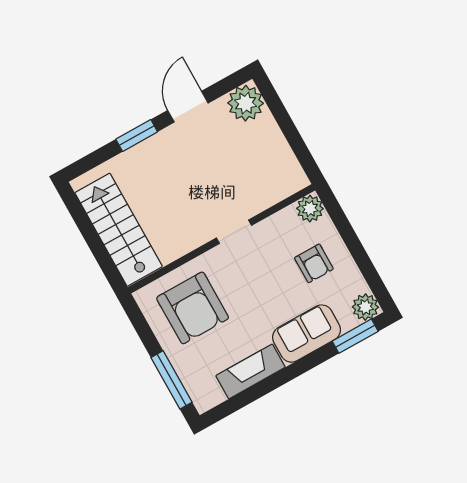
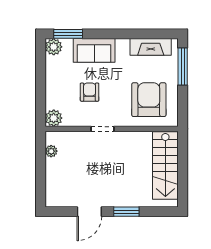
plant: (246, 103) -> (51, 151), moved, width x0.53, depth x0.53
armchair: (314, 263) -> (90, 92), moved
fireplace: (251, 371) -> (151, 47), moved

